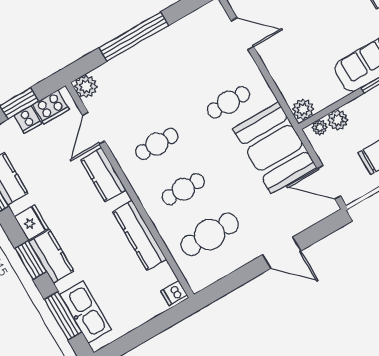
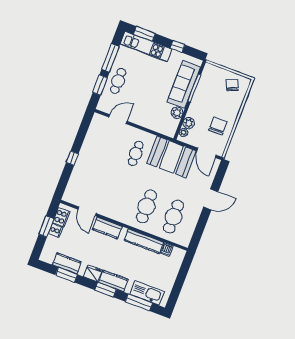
window: (134, 37) -> (72, 158), width x0.32
plant: (86, 86) -> (69, 196), removed
plant: (303, 109) -> (177, 113), moved
cafe table: (157, 144) -> (119, 196), removed
door: (329, 182) -> (207, 153), hinge flipped
cafe table: (183, 189) -> (146, 206), width x1.37, depth x1.35
dishwasher: (174, 293) -> (167, 250), moved

